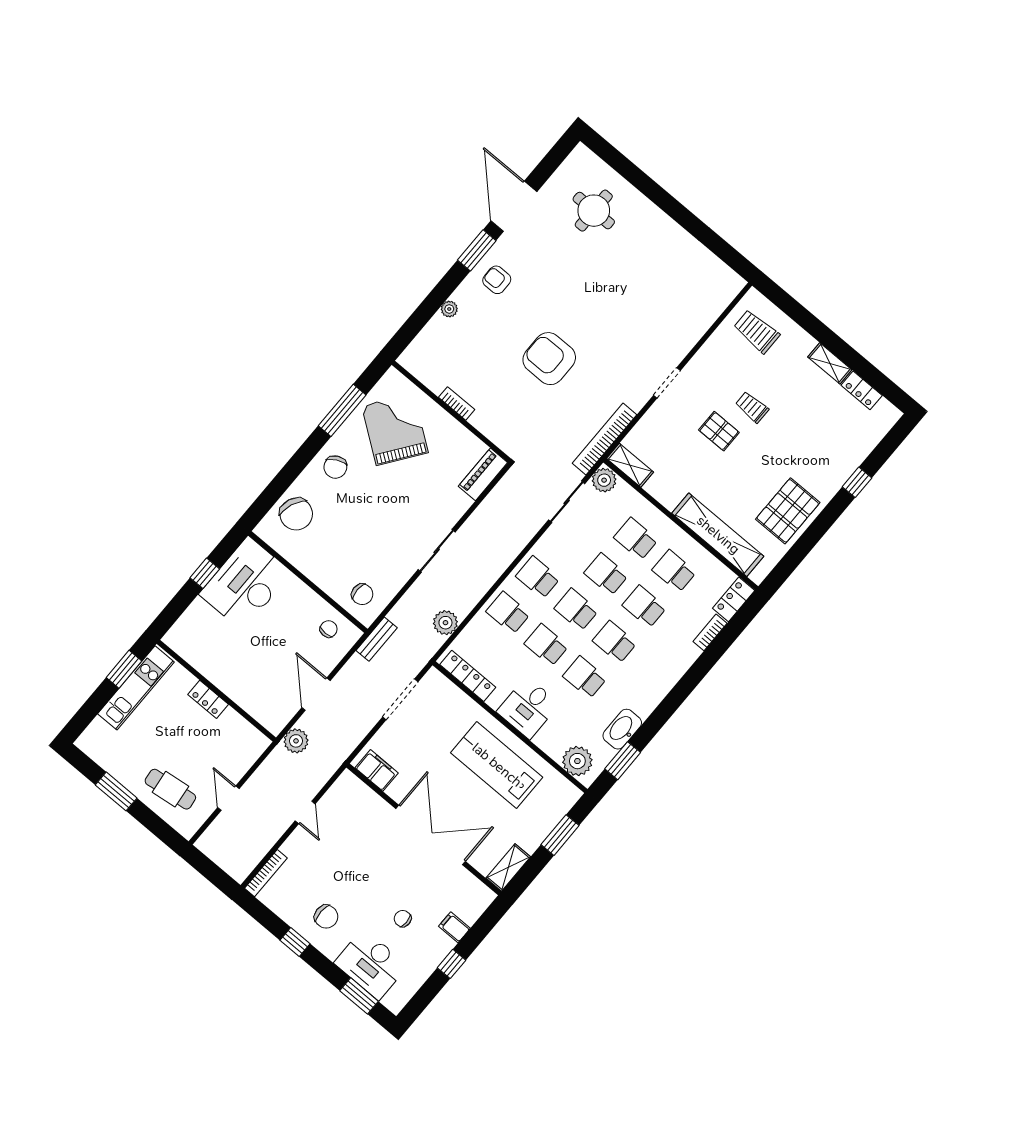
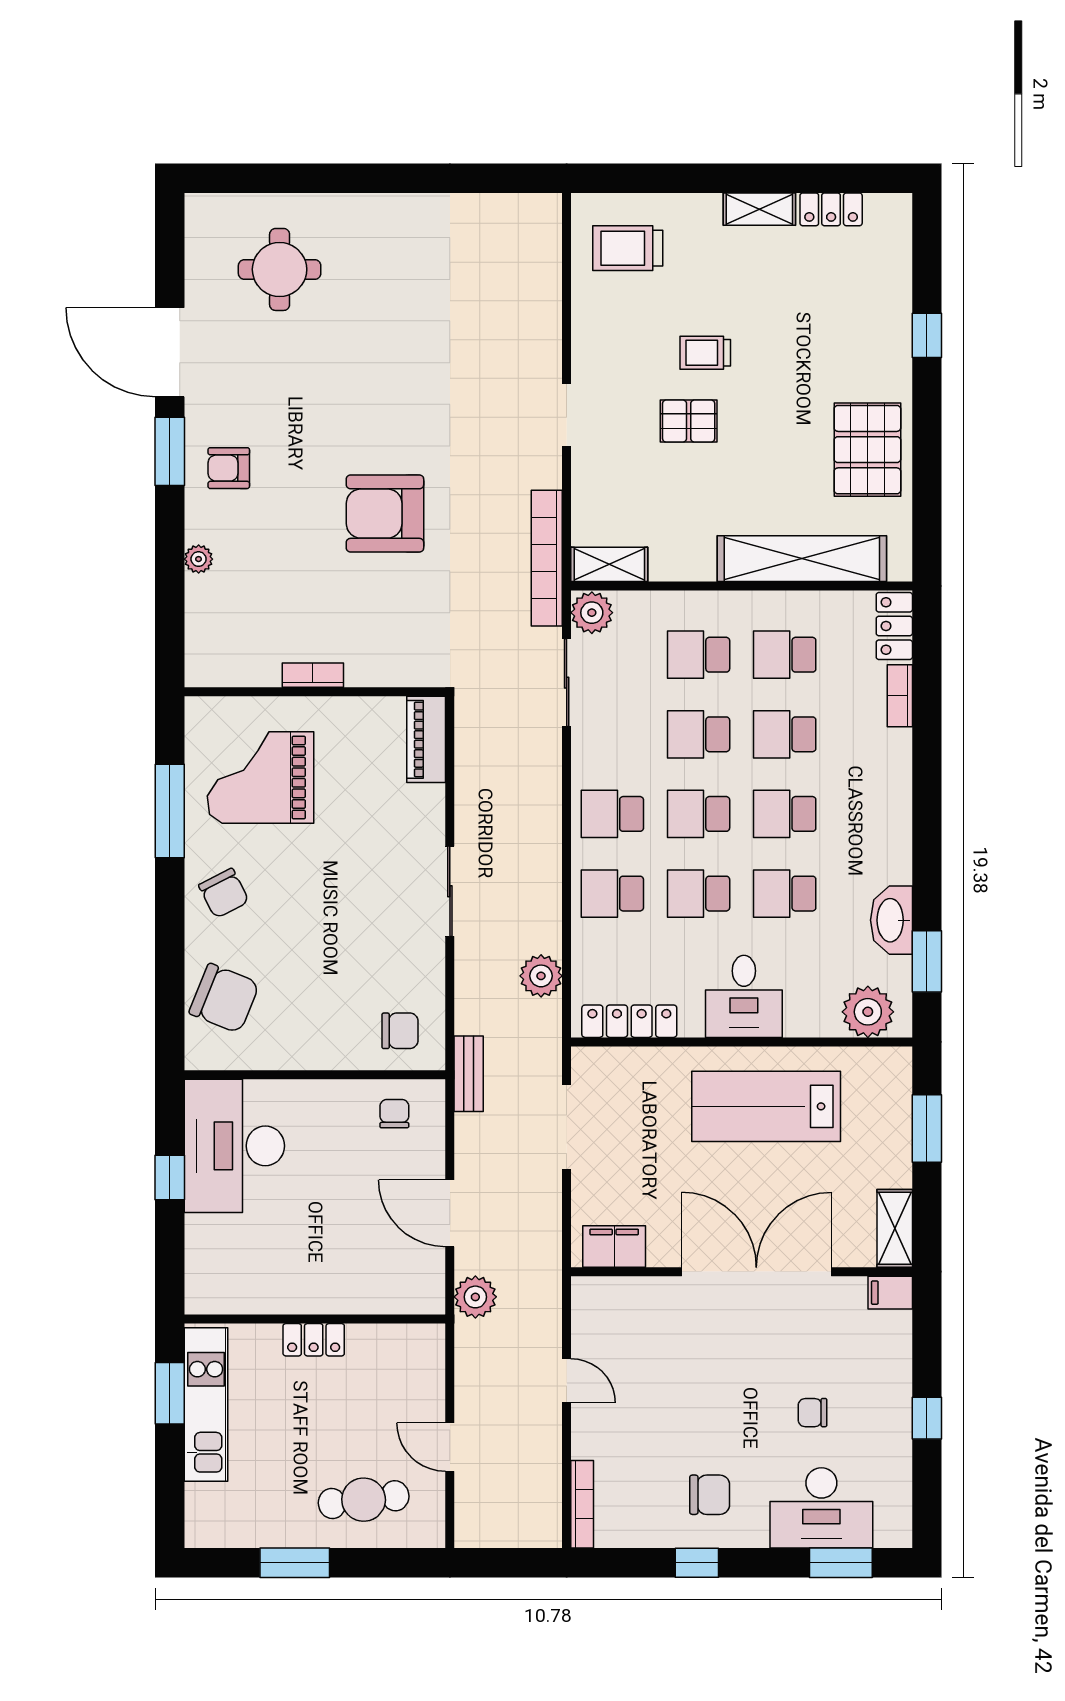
grand piano: (395, 429) -> (261, 778), turned -36
filing cabinet: (454, 927) -> (890, 1293), moved

